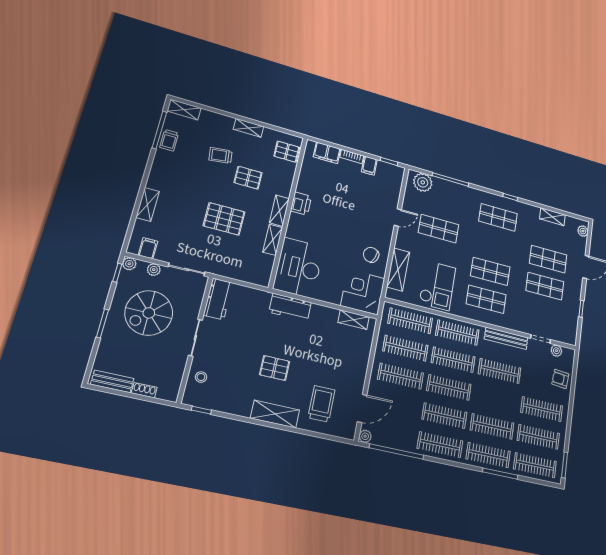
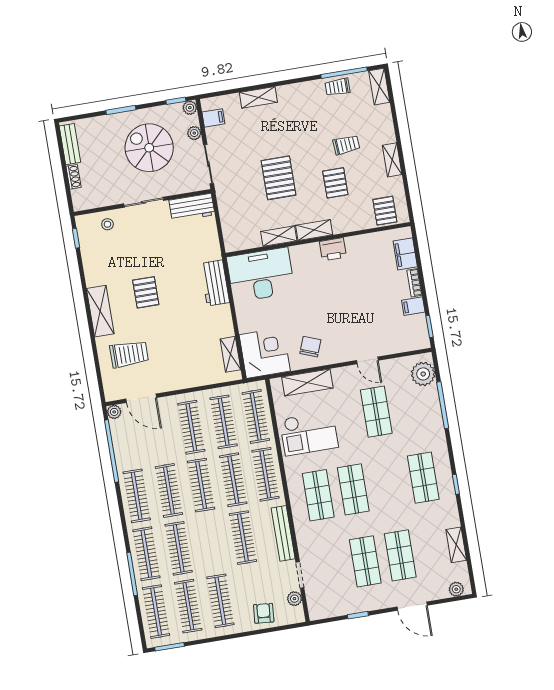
trolley: (221, 155) -> (346, 145), turned 93

